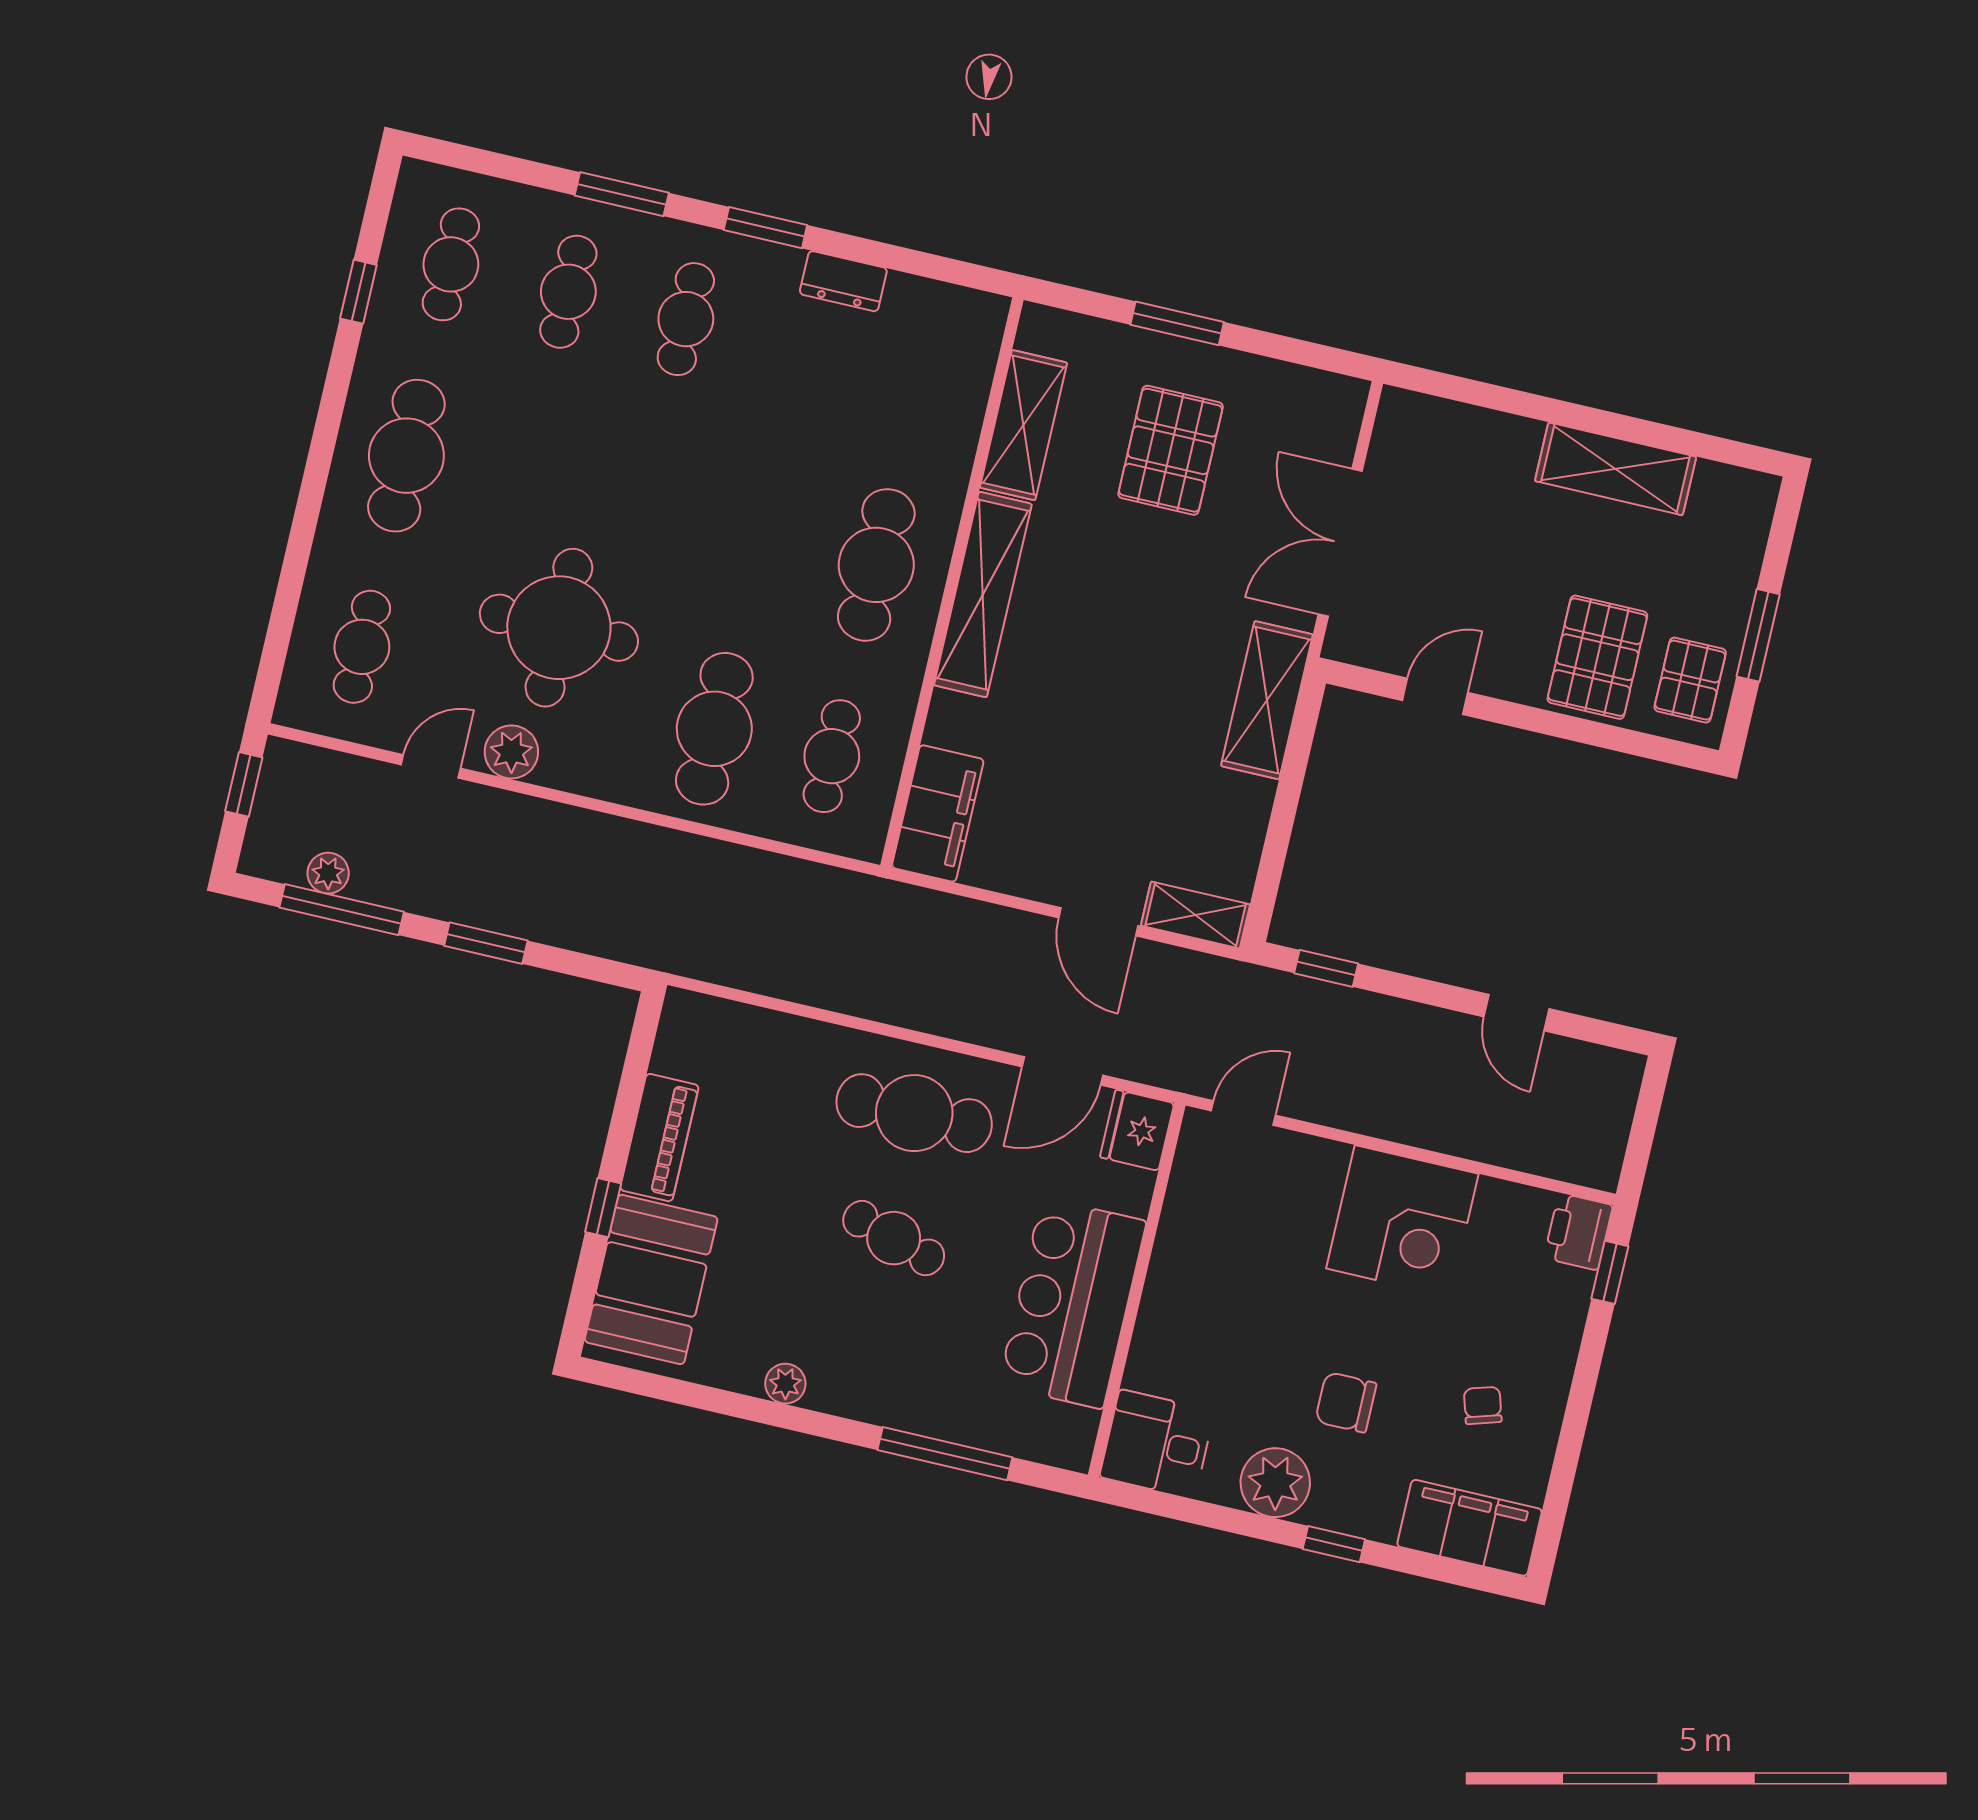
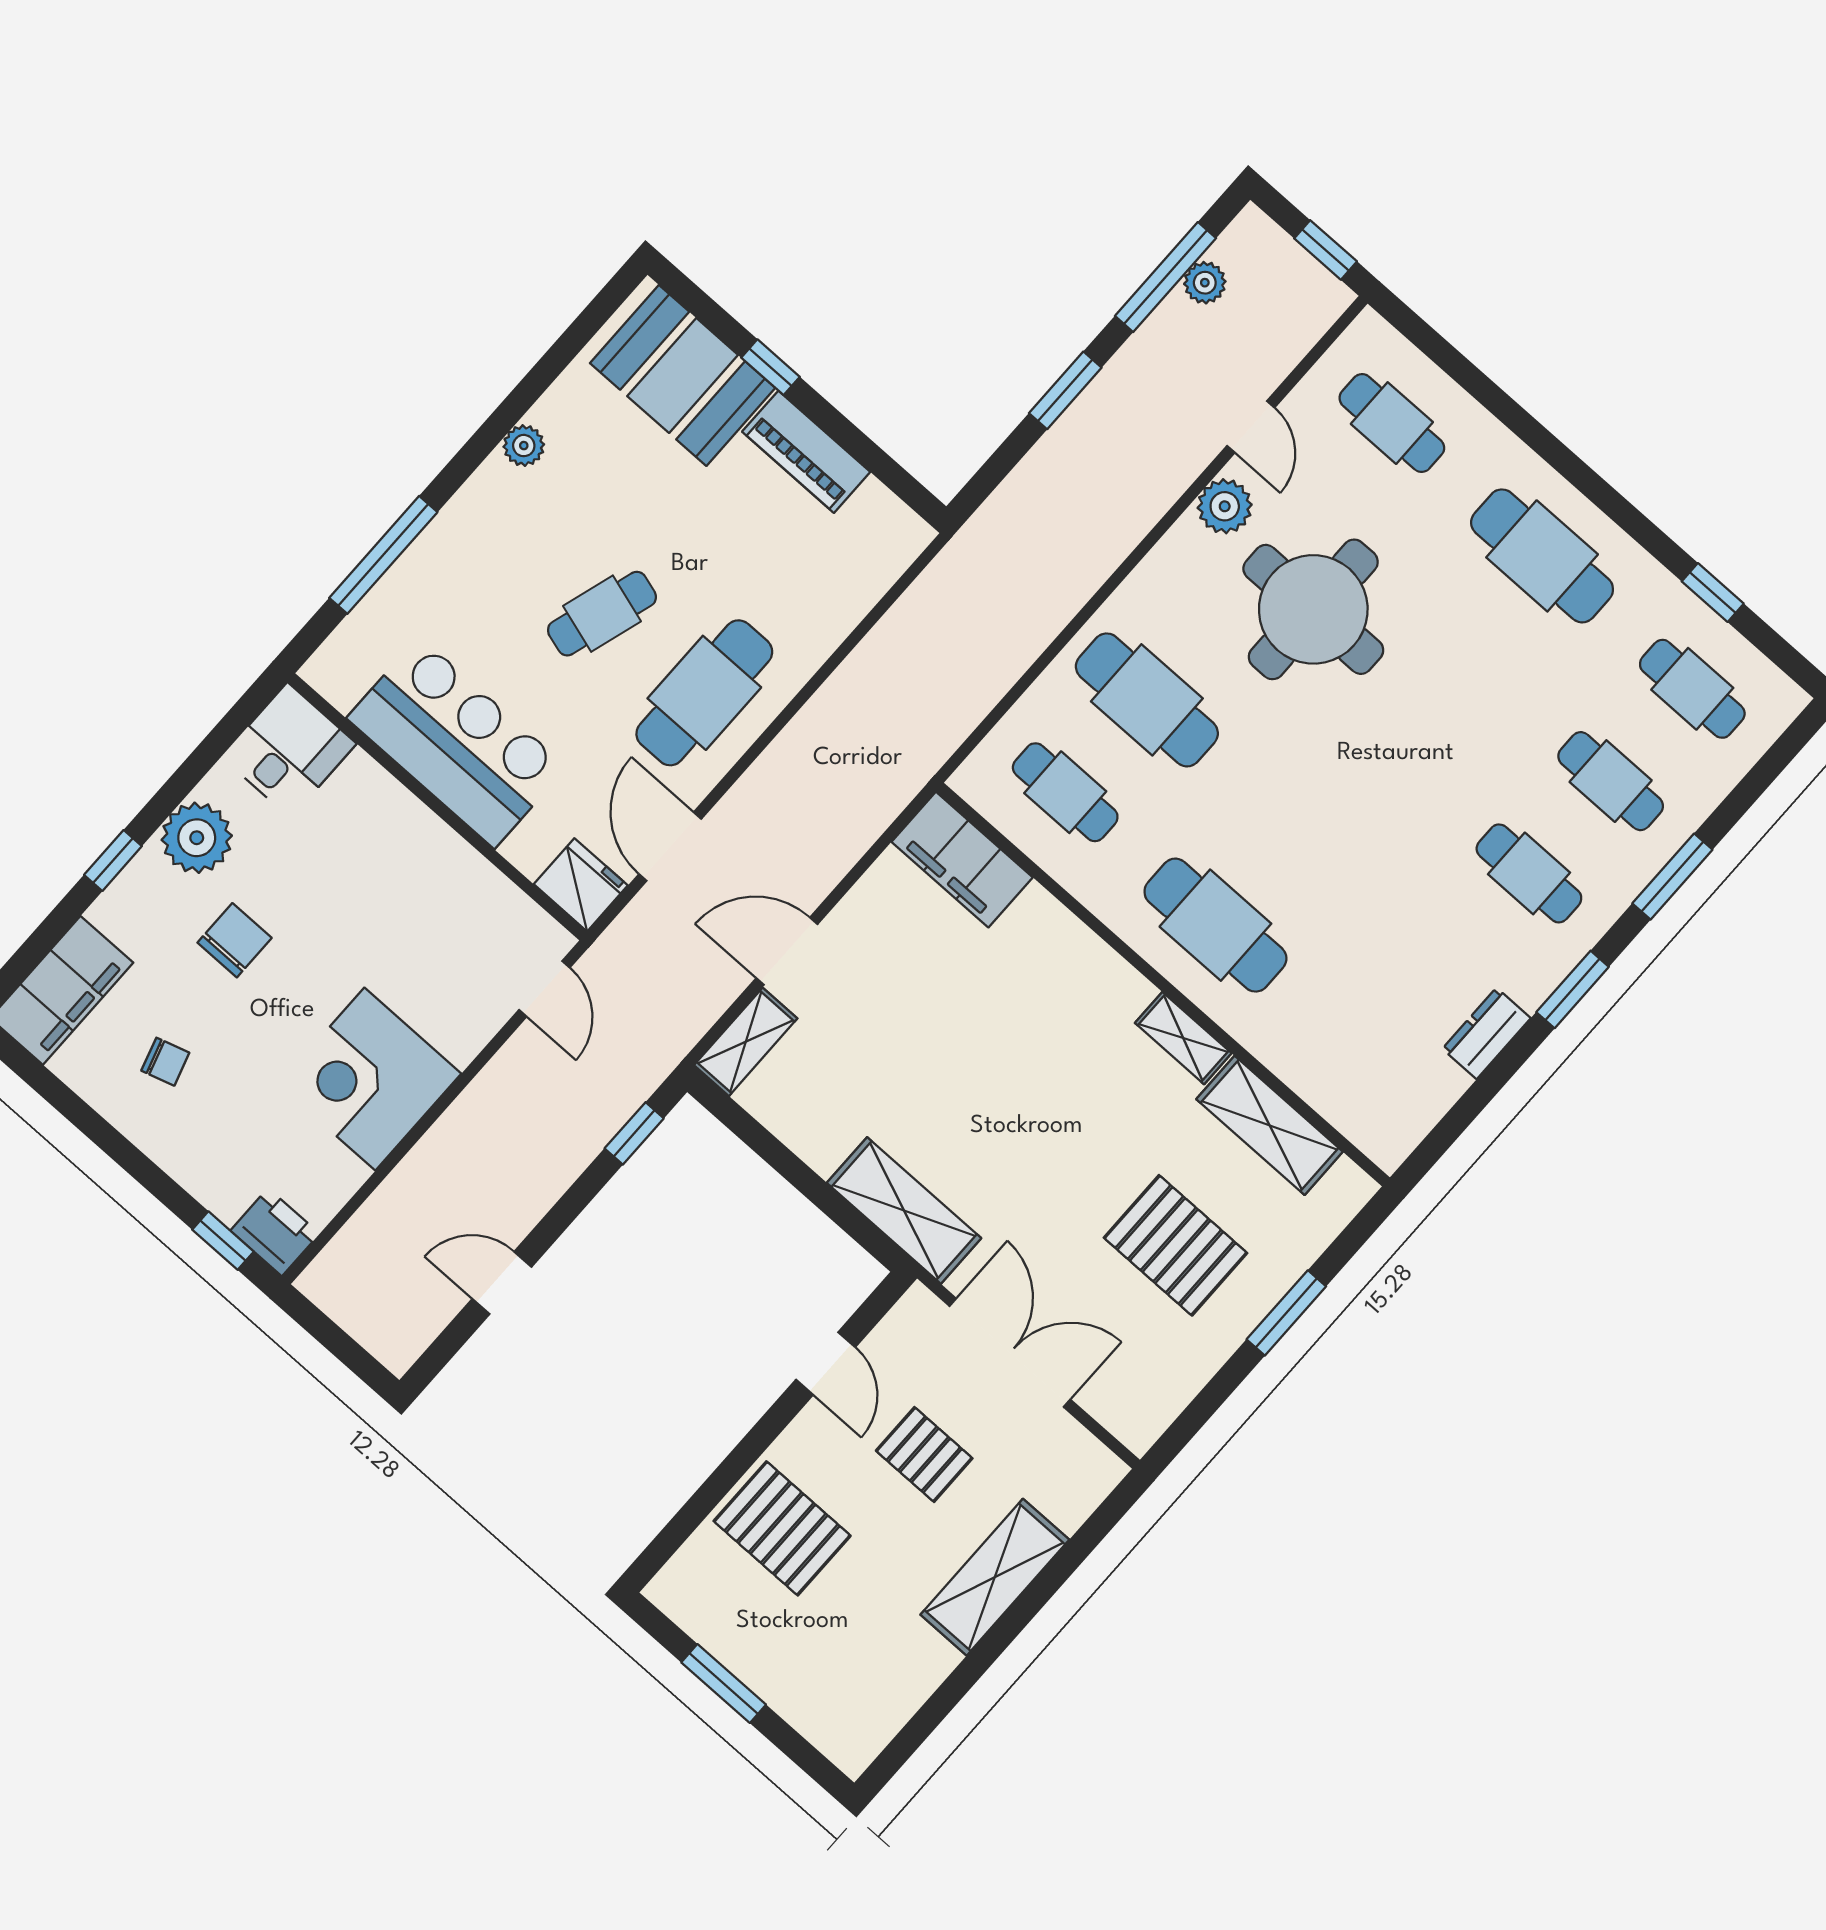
shelving: (1616, 469) -> (995, 1577), moved
shelving: (983, 595) -> (1183, 1038), width x0.45, depth x0.75
pallet: (1690, 680) -> (924, 1455), moved

